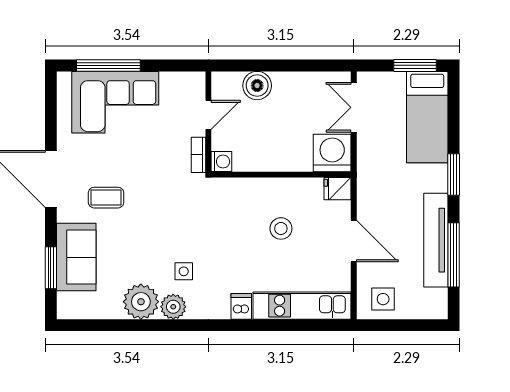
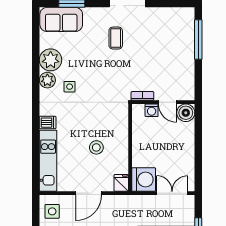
boiler: (257, 86) -> (186, 113), moved
corner sofa: (115, 102) -> (175, 44), removed
washing machine: (221, 162) -> (152, 110), moved
sofa: (76, 257) -> (61, 19), moved

